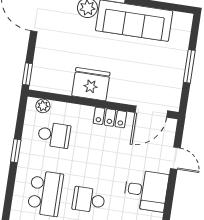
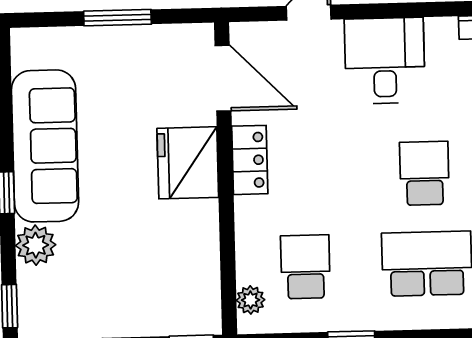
fridge: (91, 84) -> (188, 163), moved
school desk: (89, 200) -> (424, 173), turned 180

